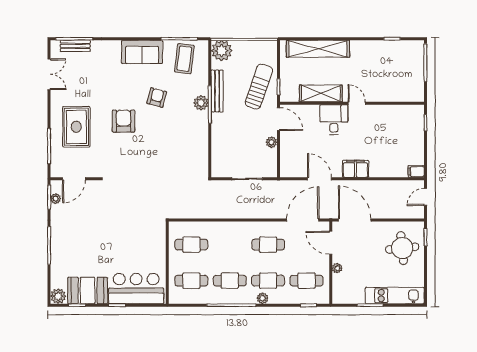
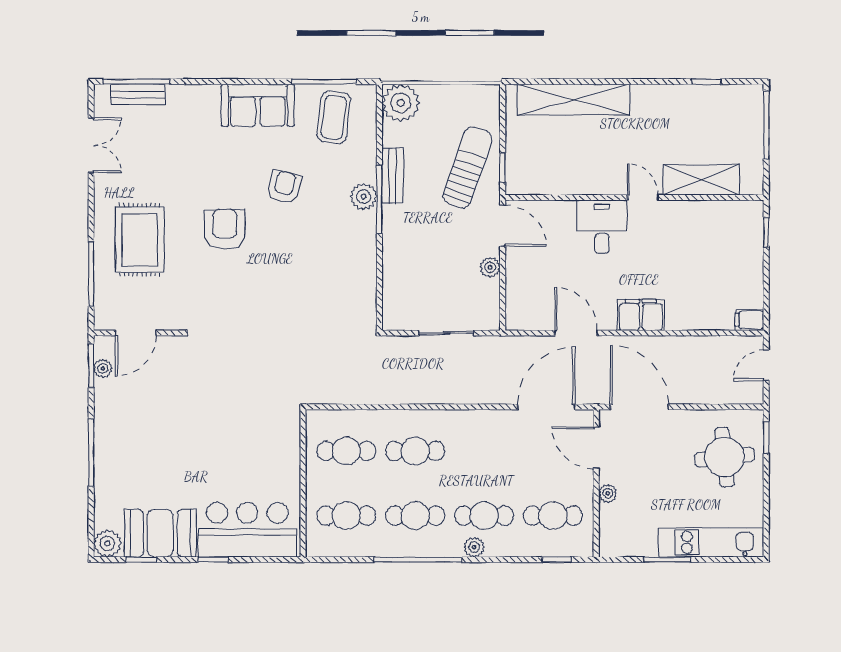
bench: (217, 91) -> (392, 175), width x0.73
shelving: (321, 93) -> (701, 180), moved
cafe table: (268, 245) -> (415, 451), moved

